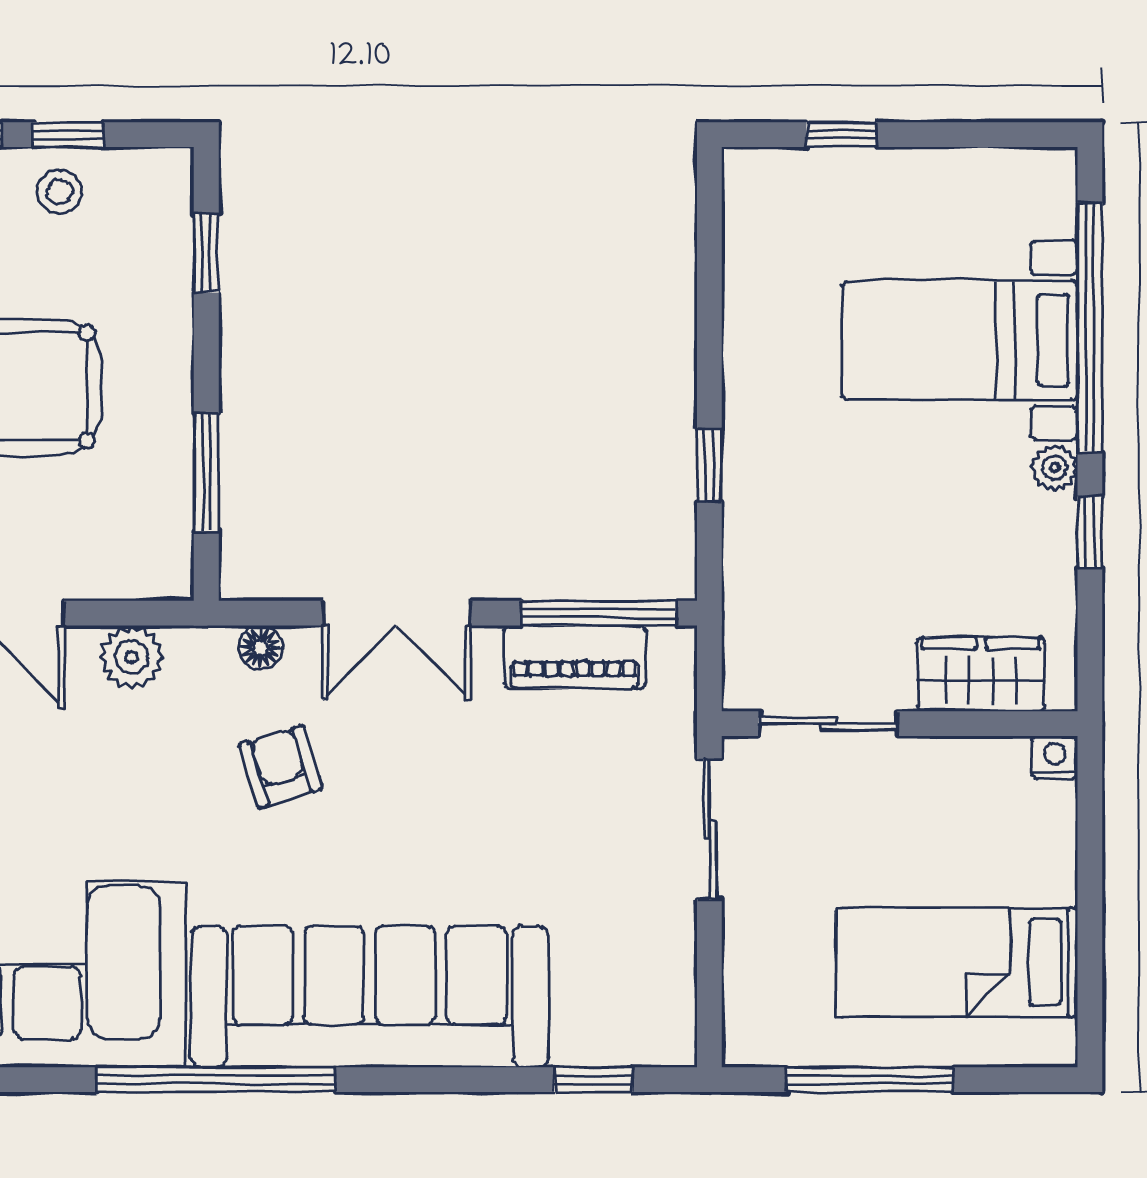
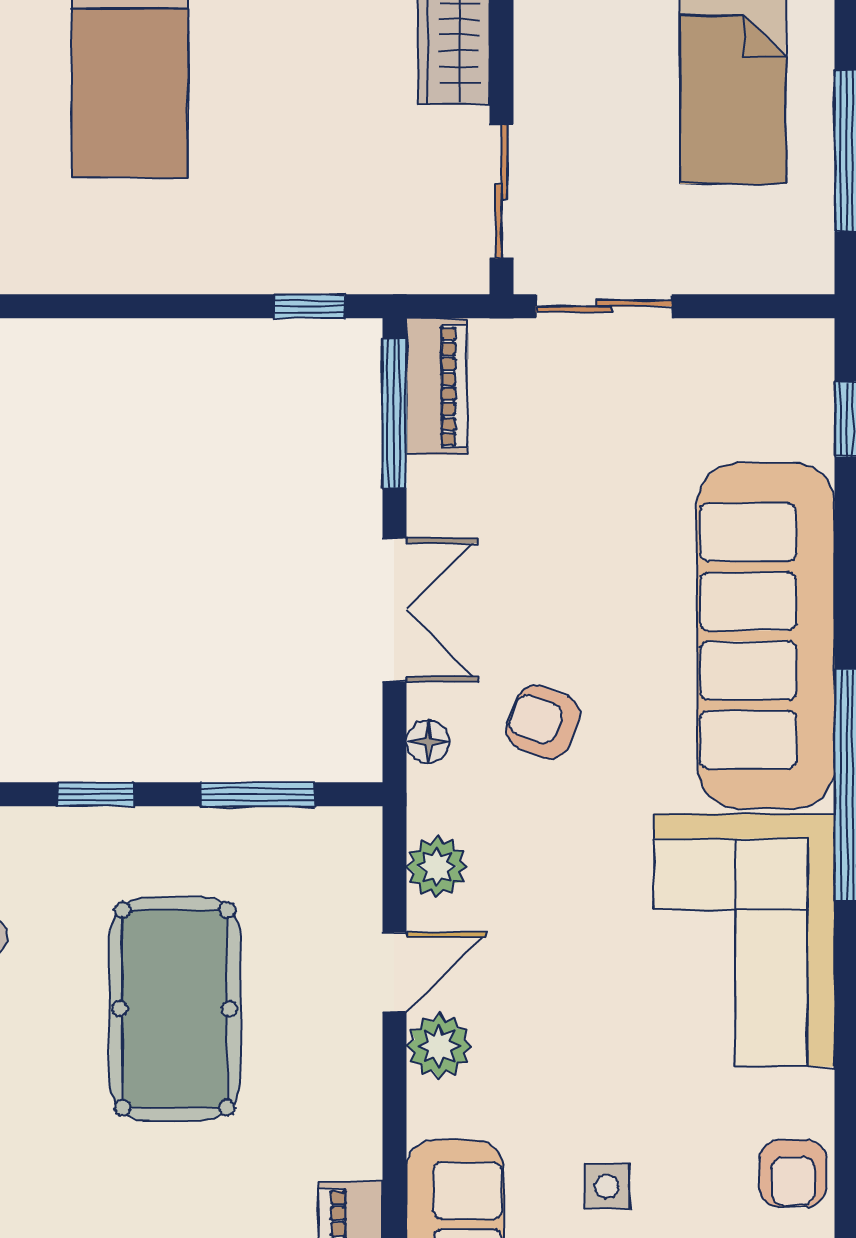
window: (206, 253) -> (96, 794), moved
window: (709, 465) -> (309, 306), moved
piano: (575, 657) -> (437, 386), moved
armchair: (280, 767) -> (543, 722), turned 38

